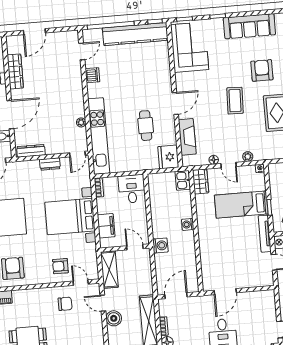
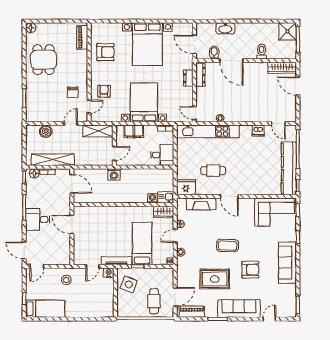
wardrobe: (15, 71) -> (282, 68), moved
dresser: (50, 164) -> (188, 78), moved
washing machine: (188, 224) -> (152, 198), moved
boiler: (114, 318) -> (46, 131), moved

